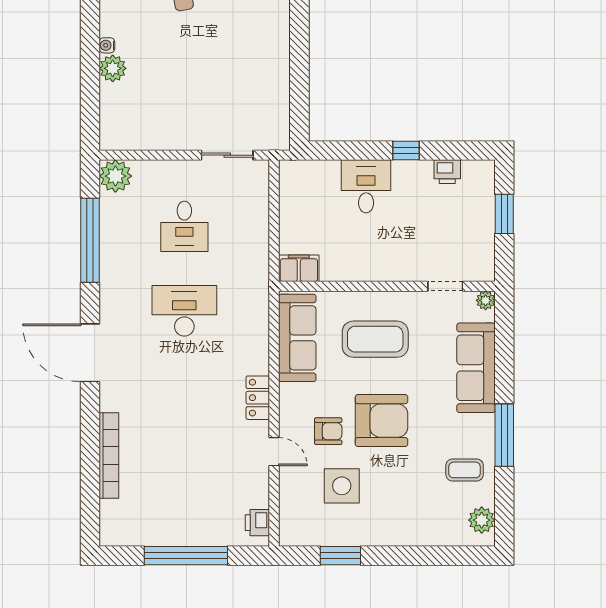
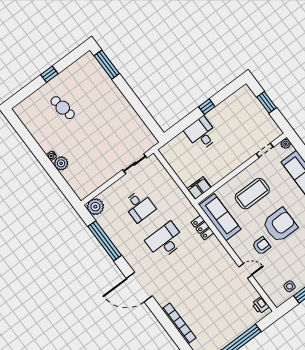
printer: (447, 172) -> (230, 103), removed
locker: (258, 398) -> (202, 228), moved
side table: (342, 486) -> (290, 286), moved, width x0.54, depth x0.54

